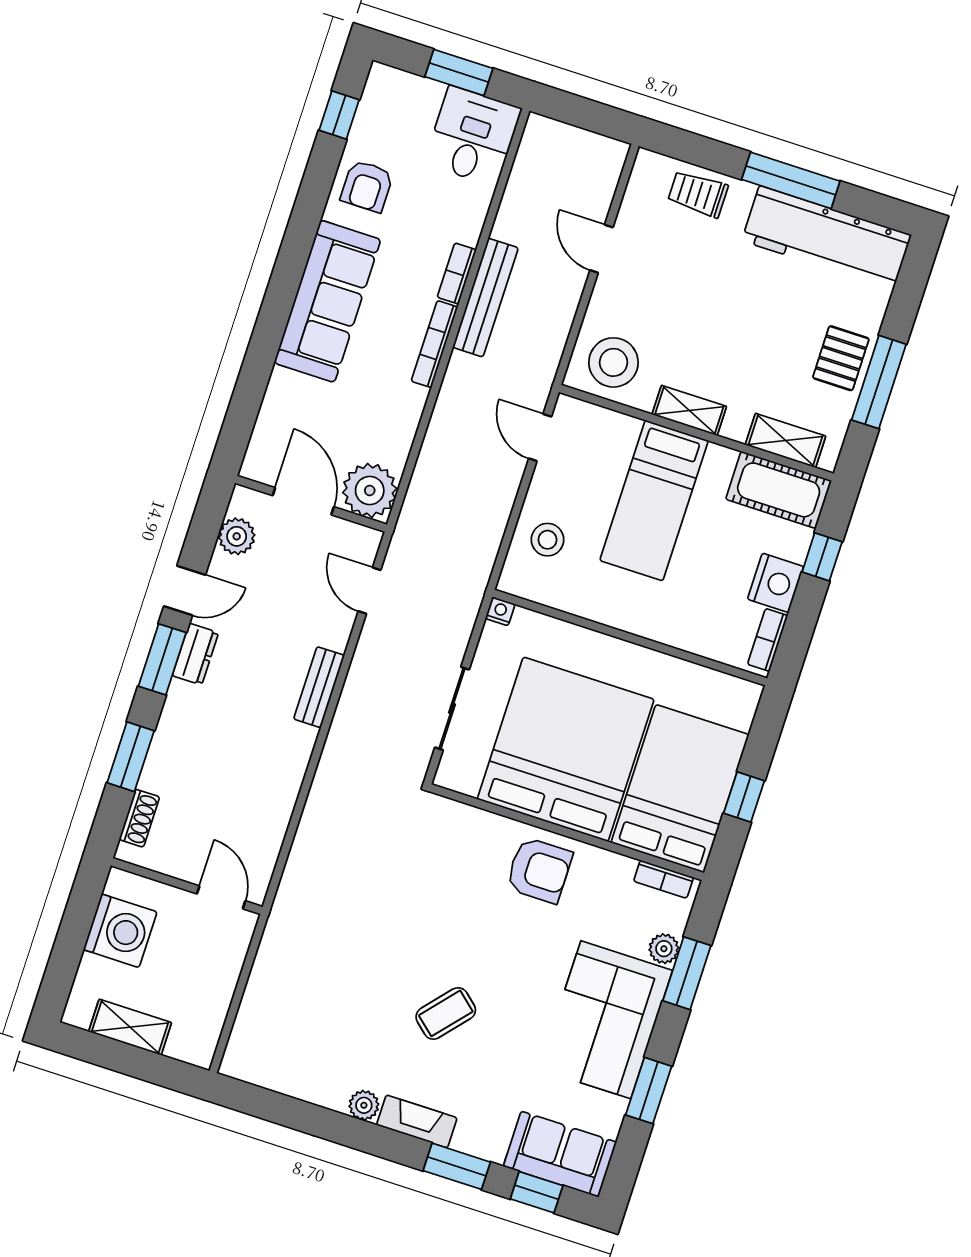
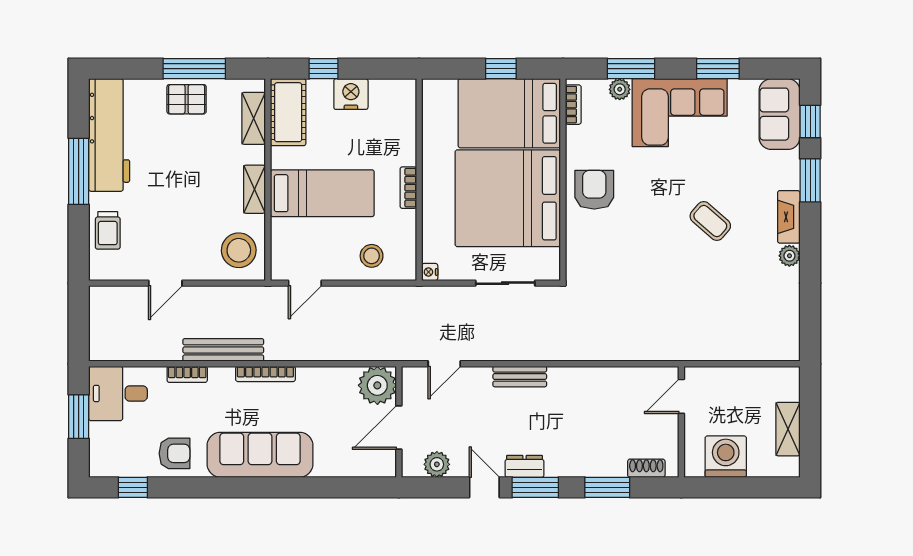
bookcase: (457, 274) -> (187, 374), moved
bookcase: (768, 640) -> (408, 188), moved, turned 90

